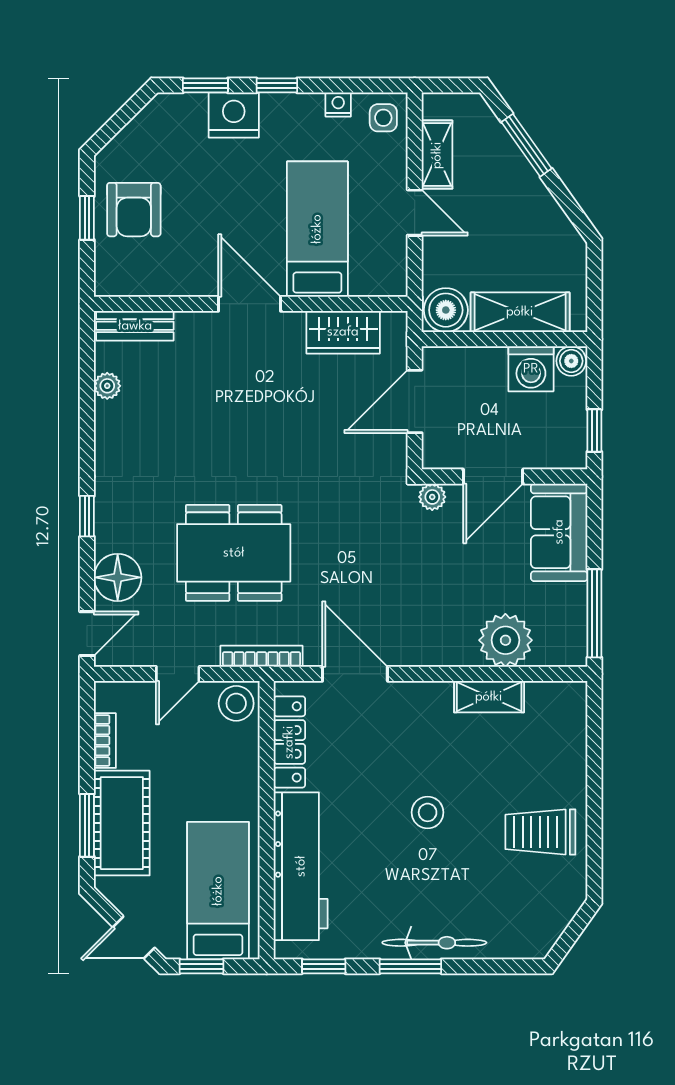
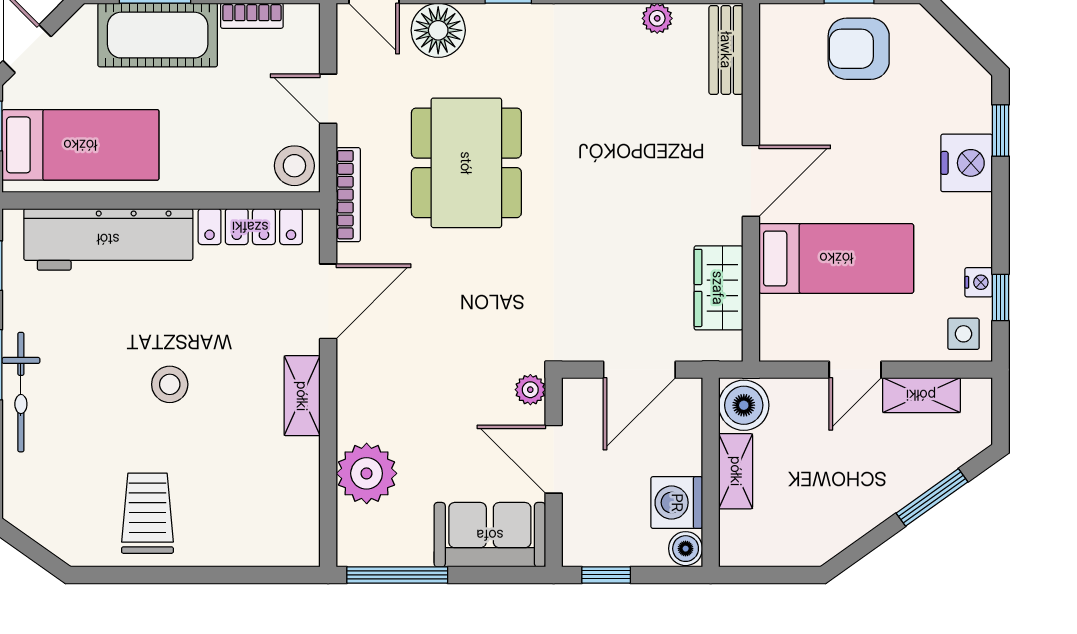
window: (277, 85) -> (1001, 298), moved
shelving: (520, 312) -> (736, 471), width x0.67, depth x0.75
door: (415, 401) -> (639, 370), swing flipped
shelving: (489, 697) -> (302, 396), moved

